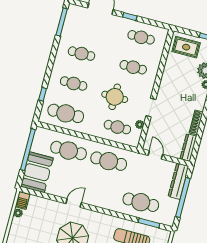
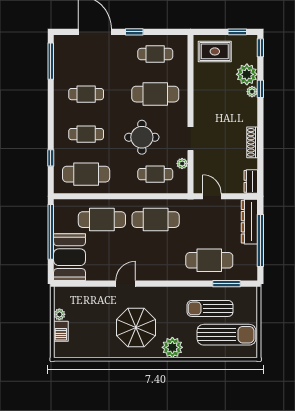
cafe table: (133, 67) -> (155, 94), width x1.37, depth x1.35
dresser: (188, 148) -> (251, 181), width x0.70
barbecue: (23, 201) -> (61, 331), moved

